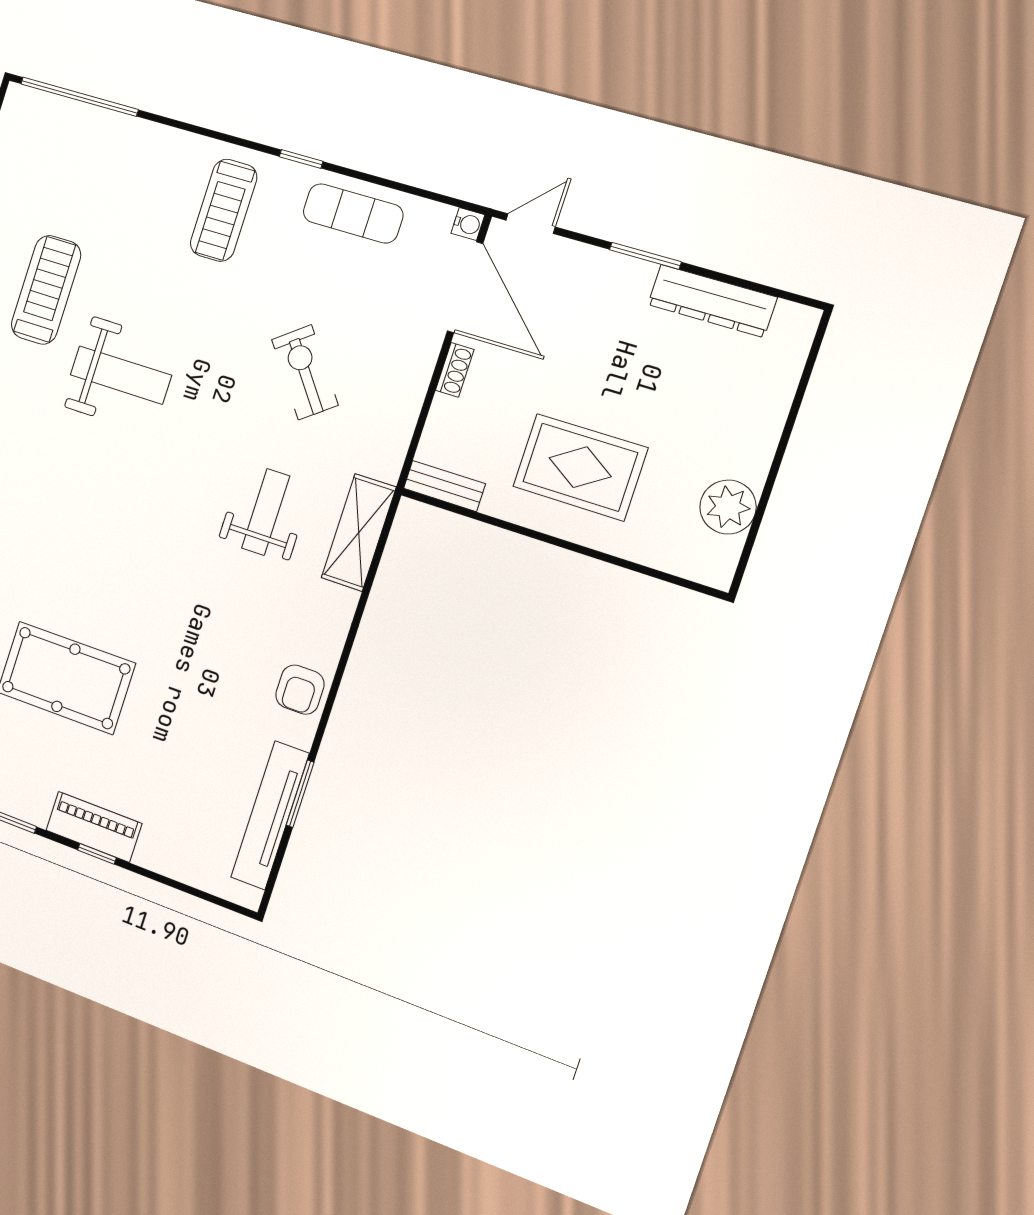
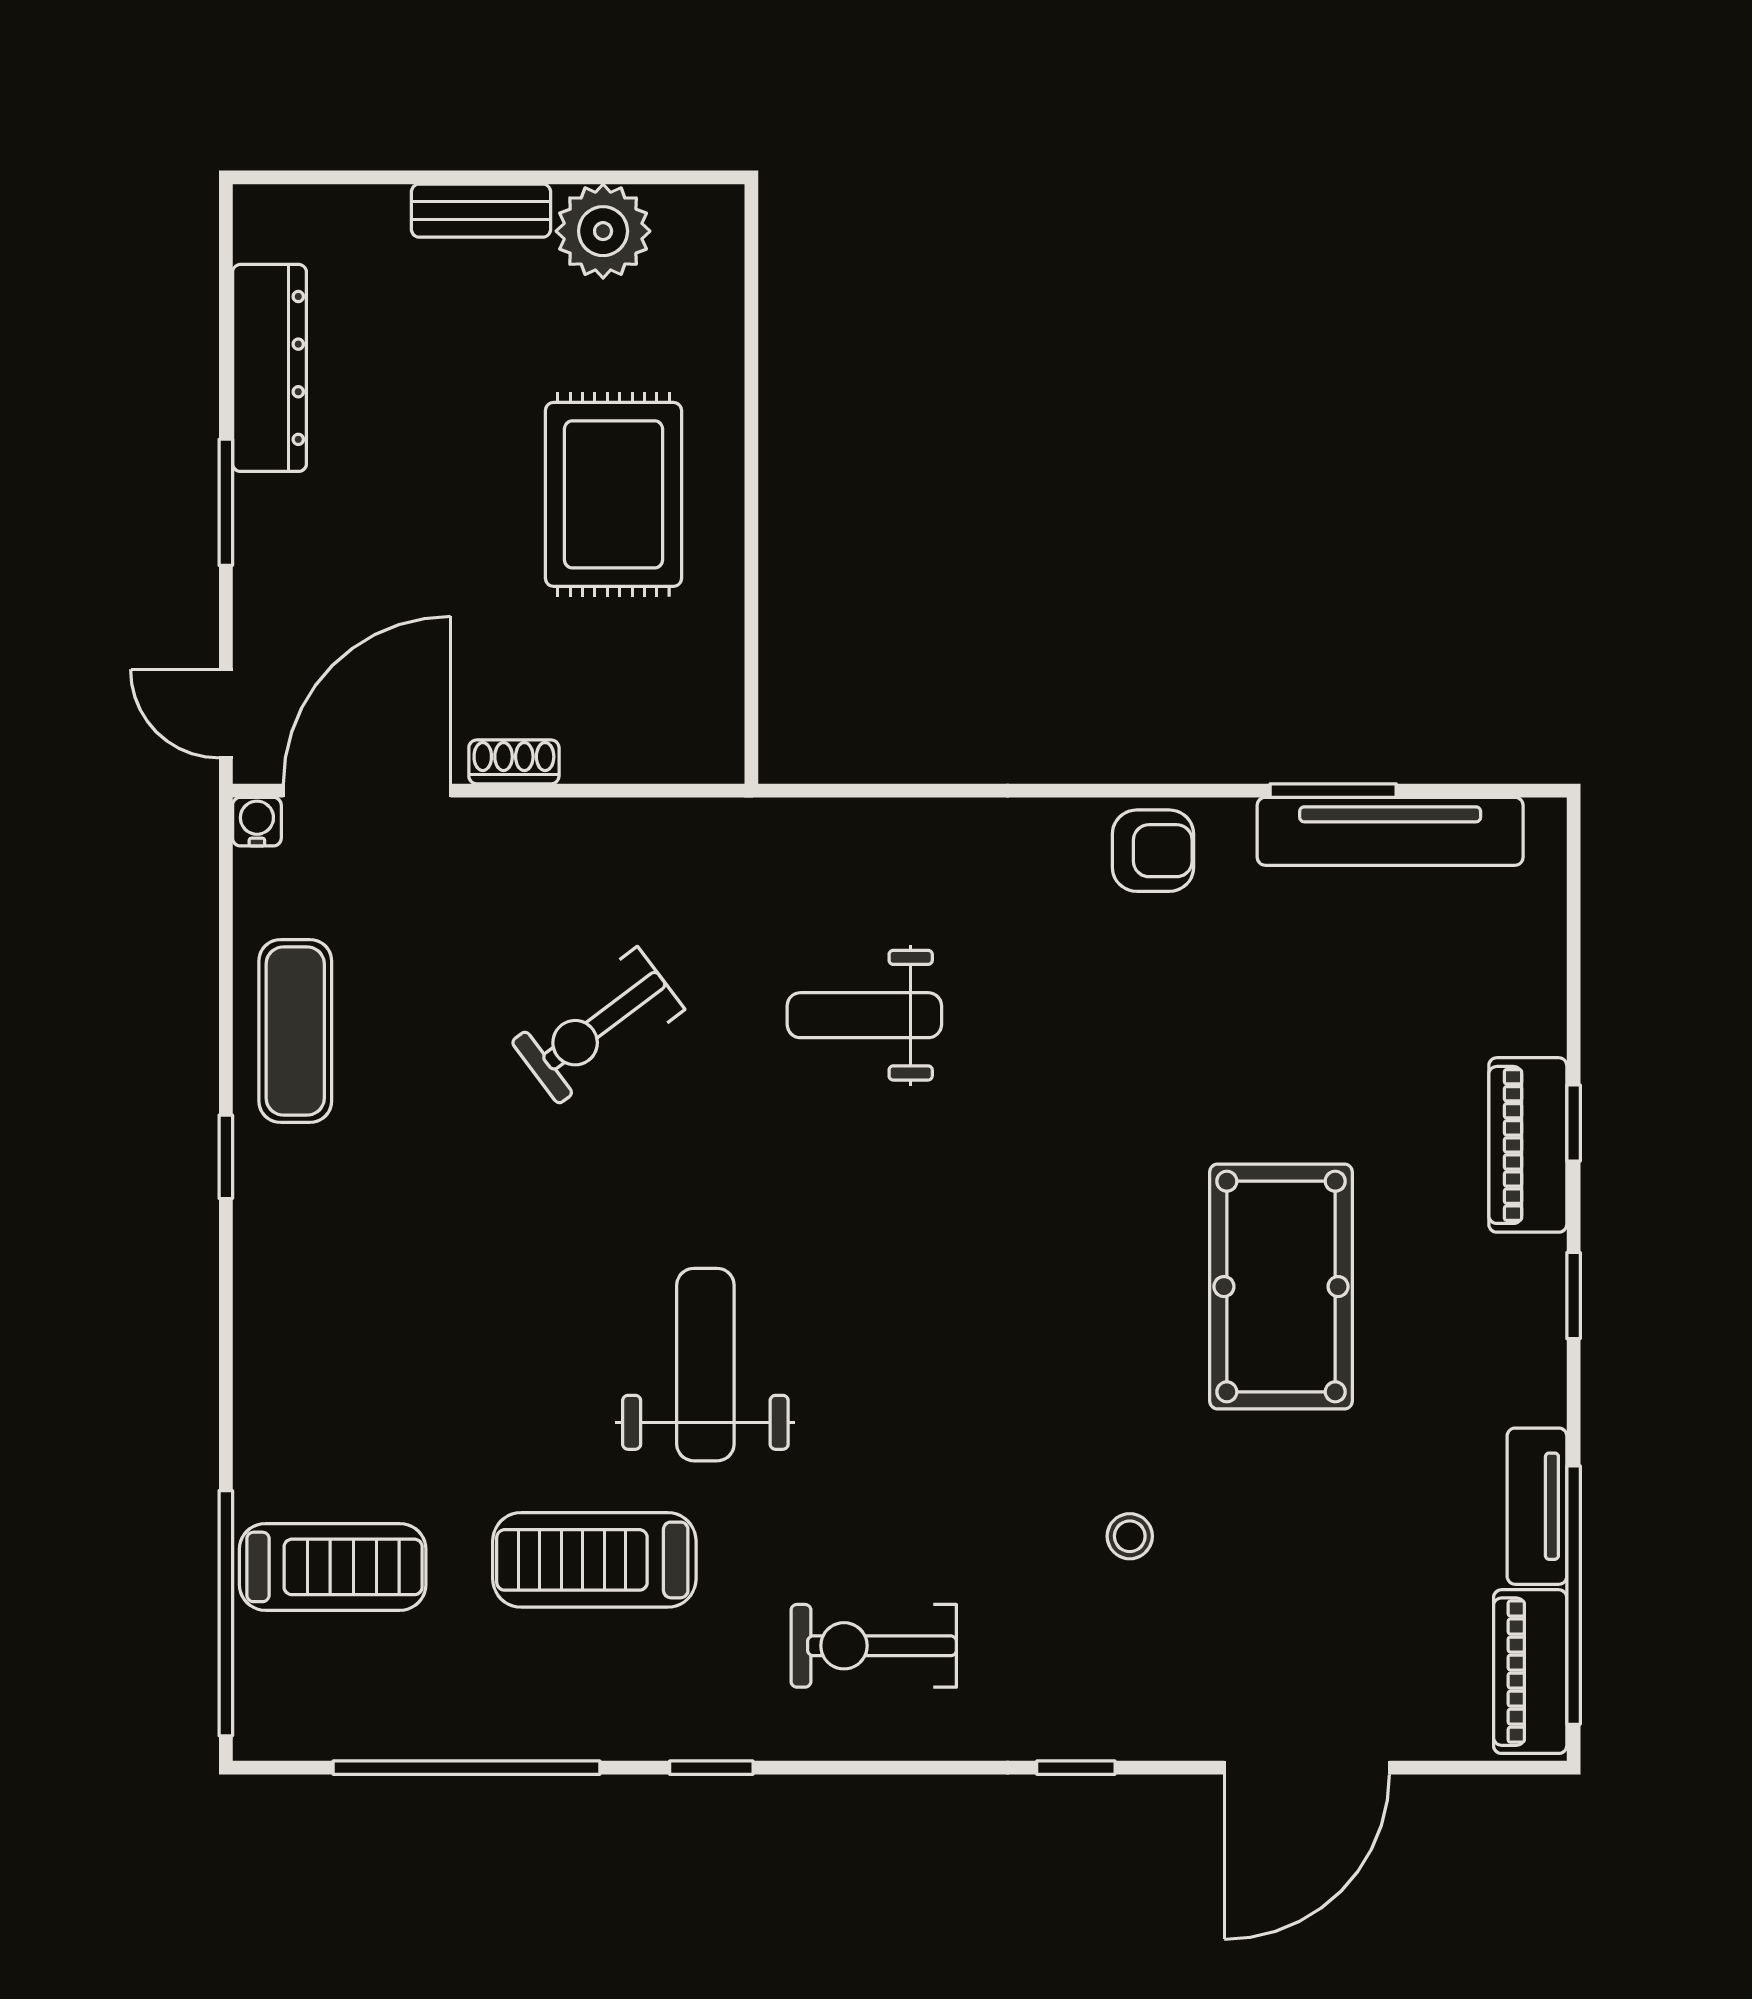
treadmill: (224, 210) -> (333, 1567), moved
bench: (444, 486) -> (481, 211), moved, turned 90
shelving: (359, 532) -> (846, 837), removed

